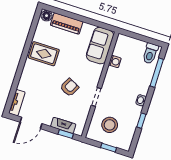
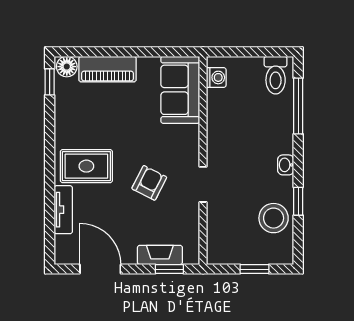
window: (36, 21) -> (50, 82), added
rug: (44, 54) -> (86, 166), moved
washing machine: (115, 61) -> (216, 77), moved
tv unit: (17, 103) -> (63, 210), moved
door: (31, 123) -> (100, 269), swing flipped
stool: (110, 125) -> (274, 218), moved

